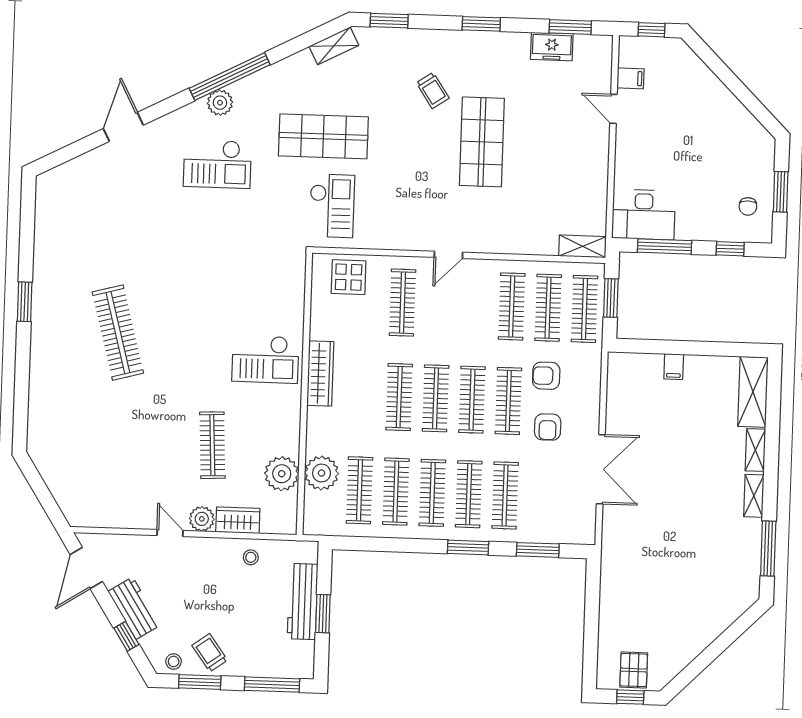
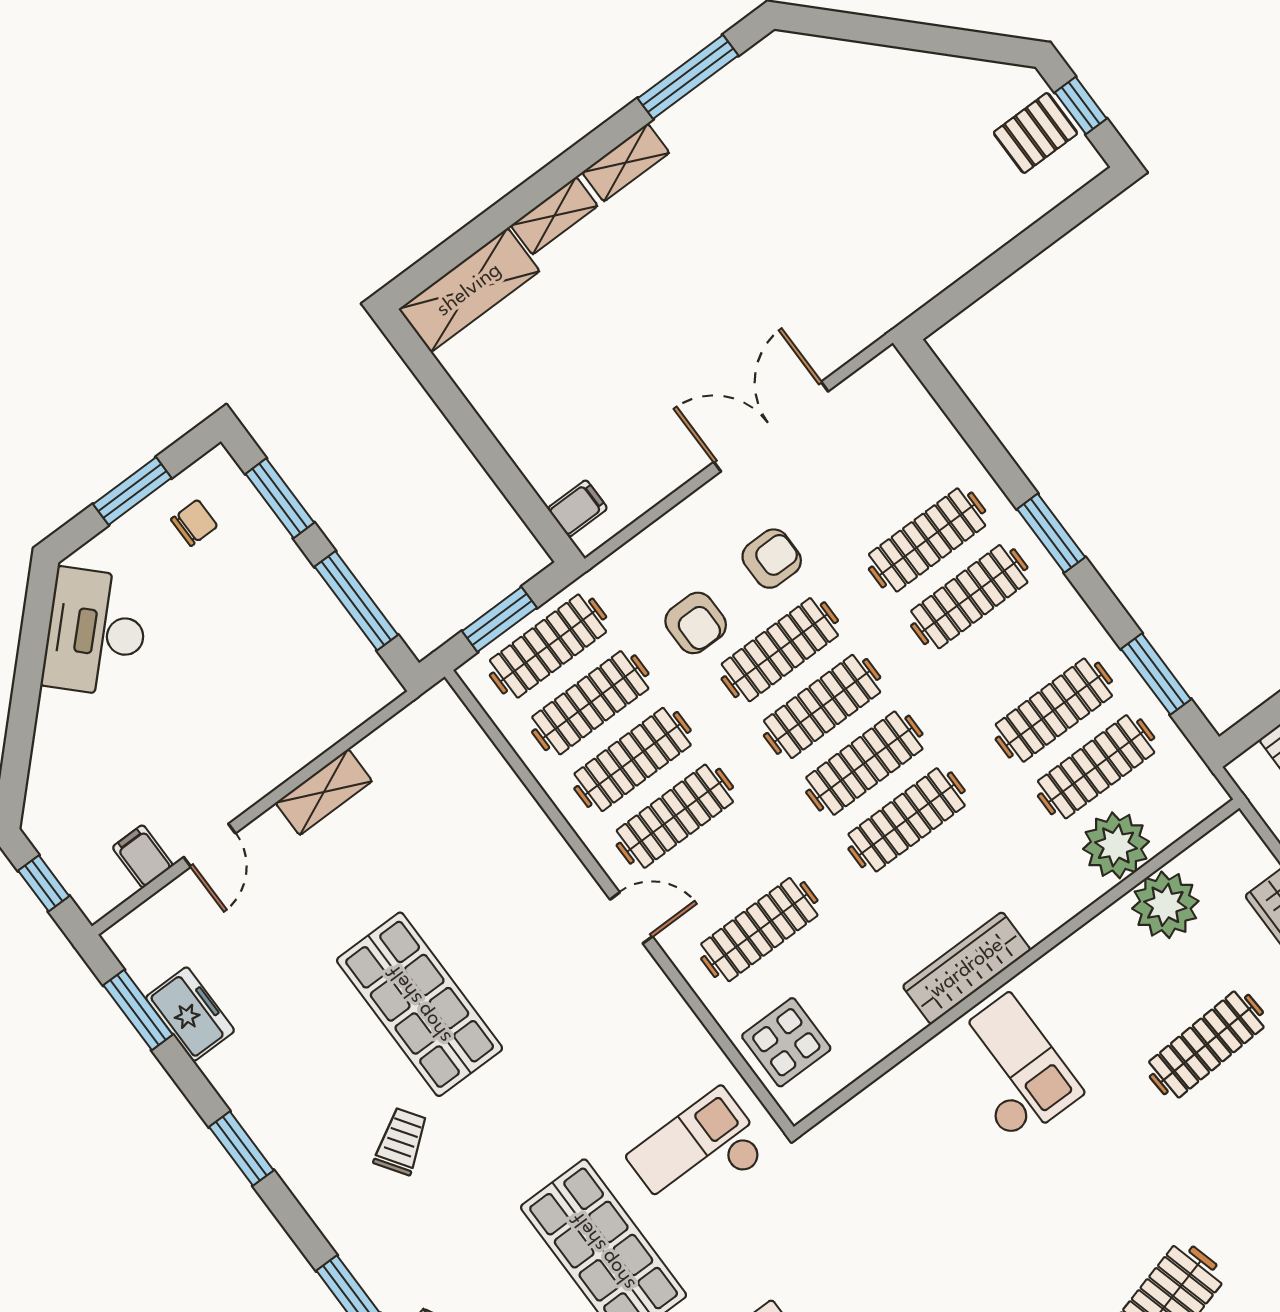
shop shelf: (482, 142) -> (420, 1004), turned 90
desk: (644, 215) -> (96, 632), moved, turned -135
shelving: (582, 246) -> (324, 792), moved, turned 90
window: (730, 249) -> (280, 498), width x1.50
filing cabinet: (674, 367) -> (577, 508), moved
clothes rail: (432, 493) -> (675, 816), moved
window: (538, 550) -> (1156, 674), moved

